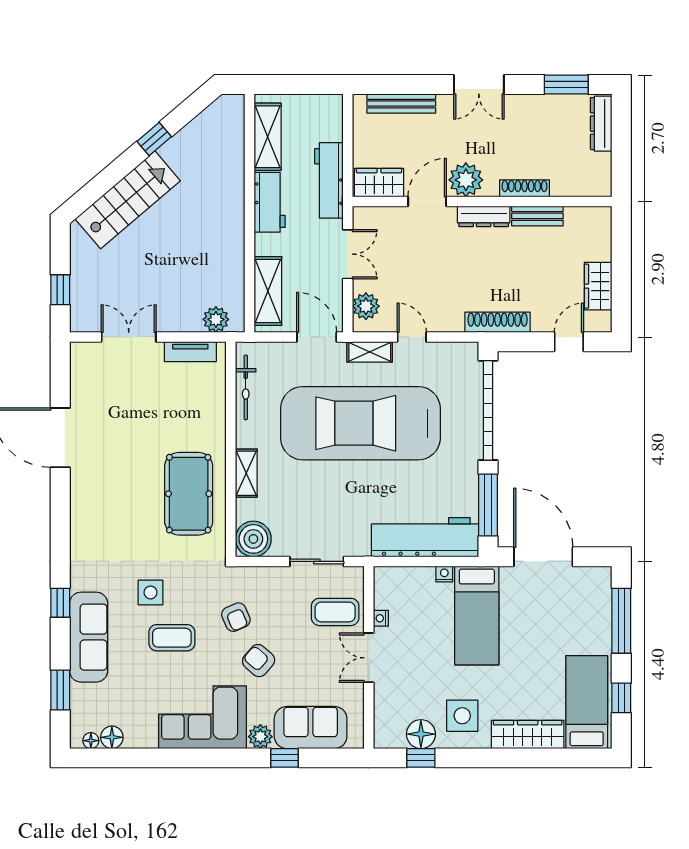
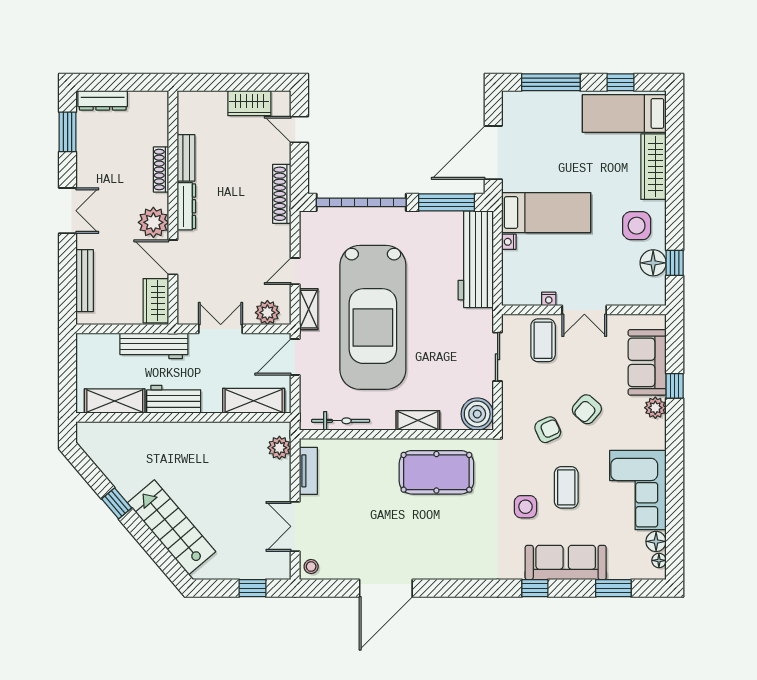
stool: (84, 355) -> (311, 567), added
corner sofa: (203, 717) -> (638, 490), moved

